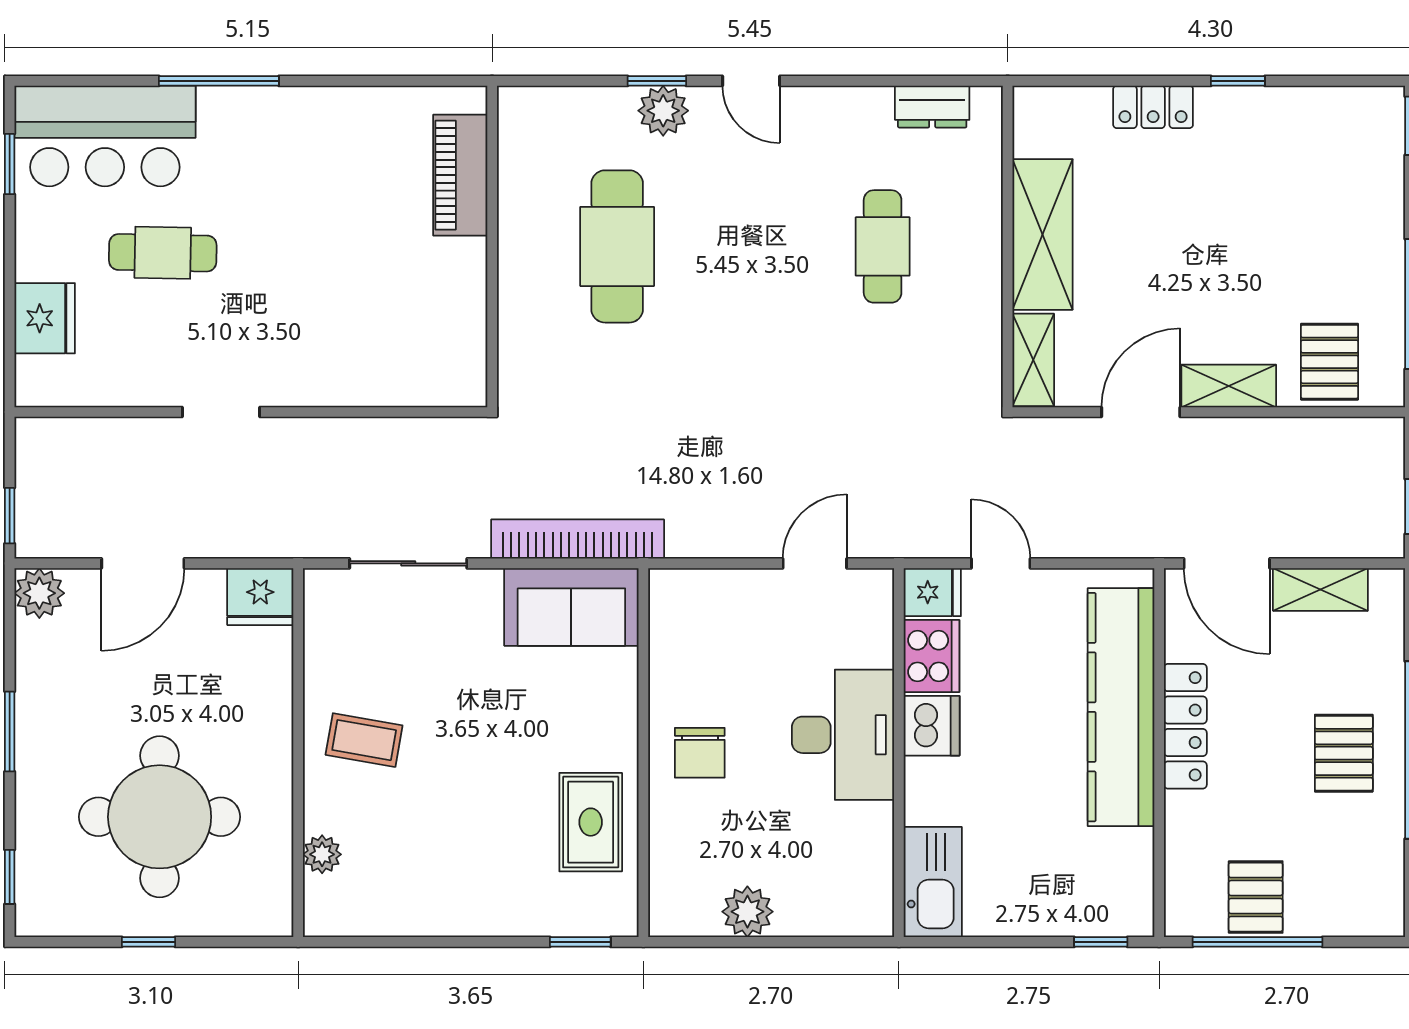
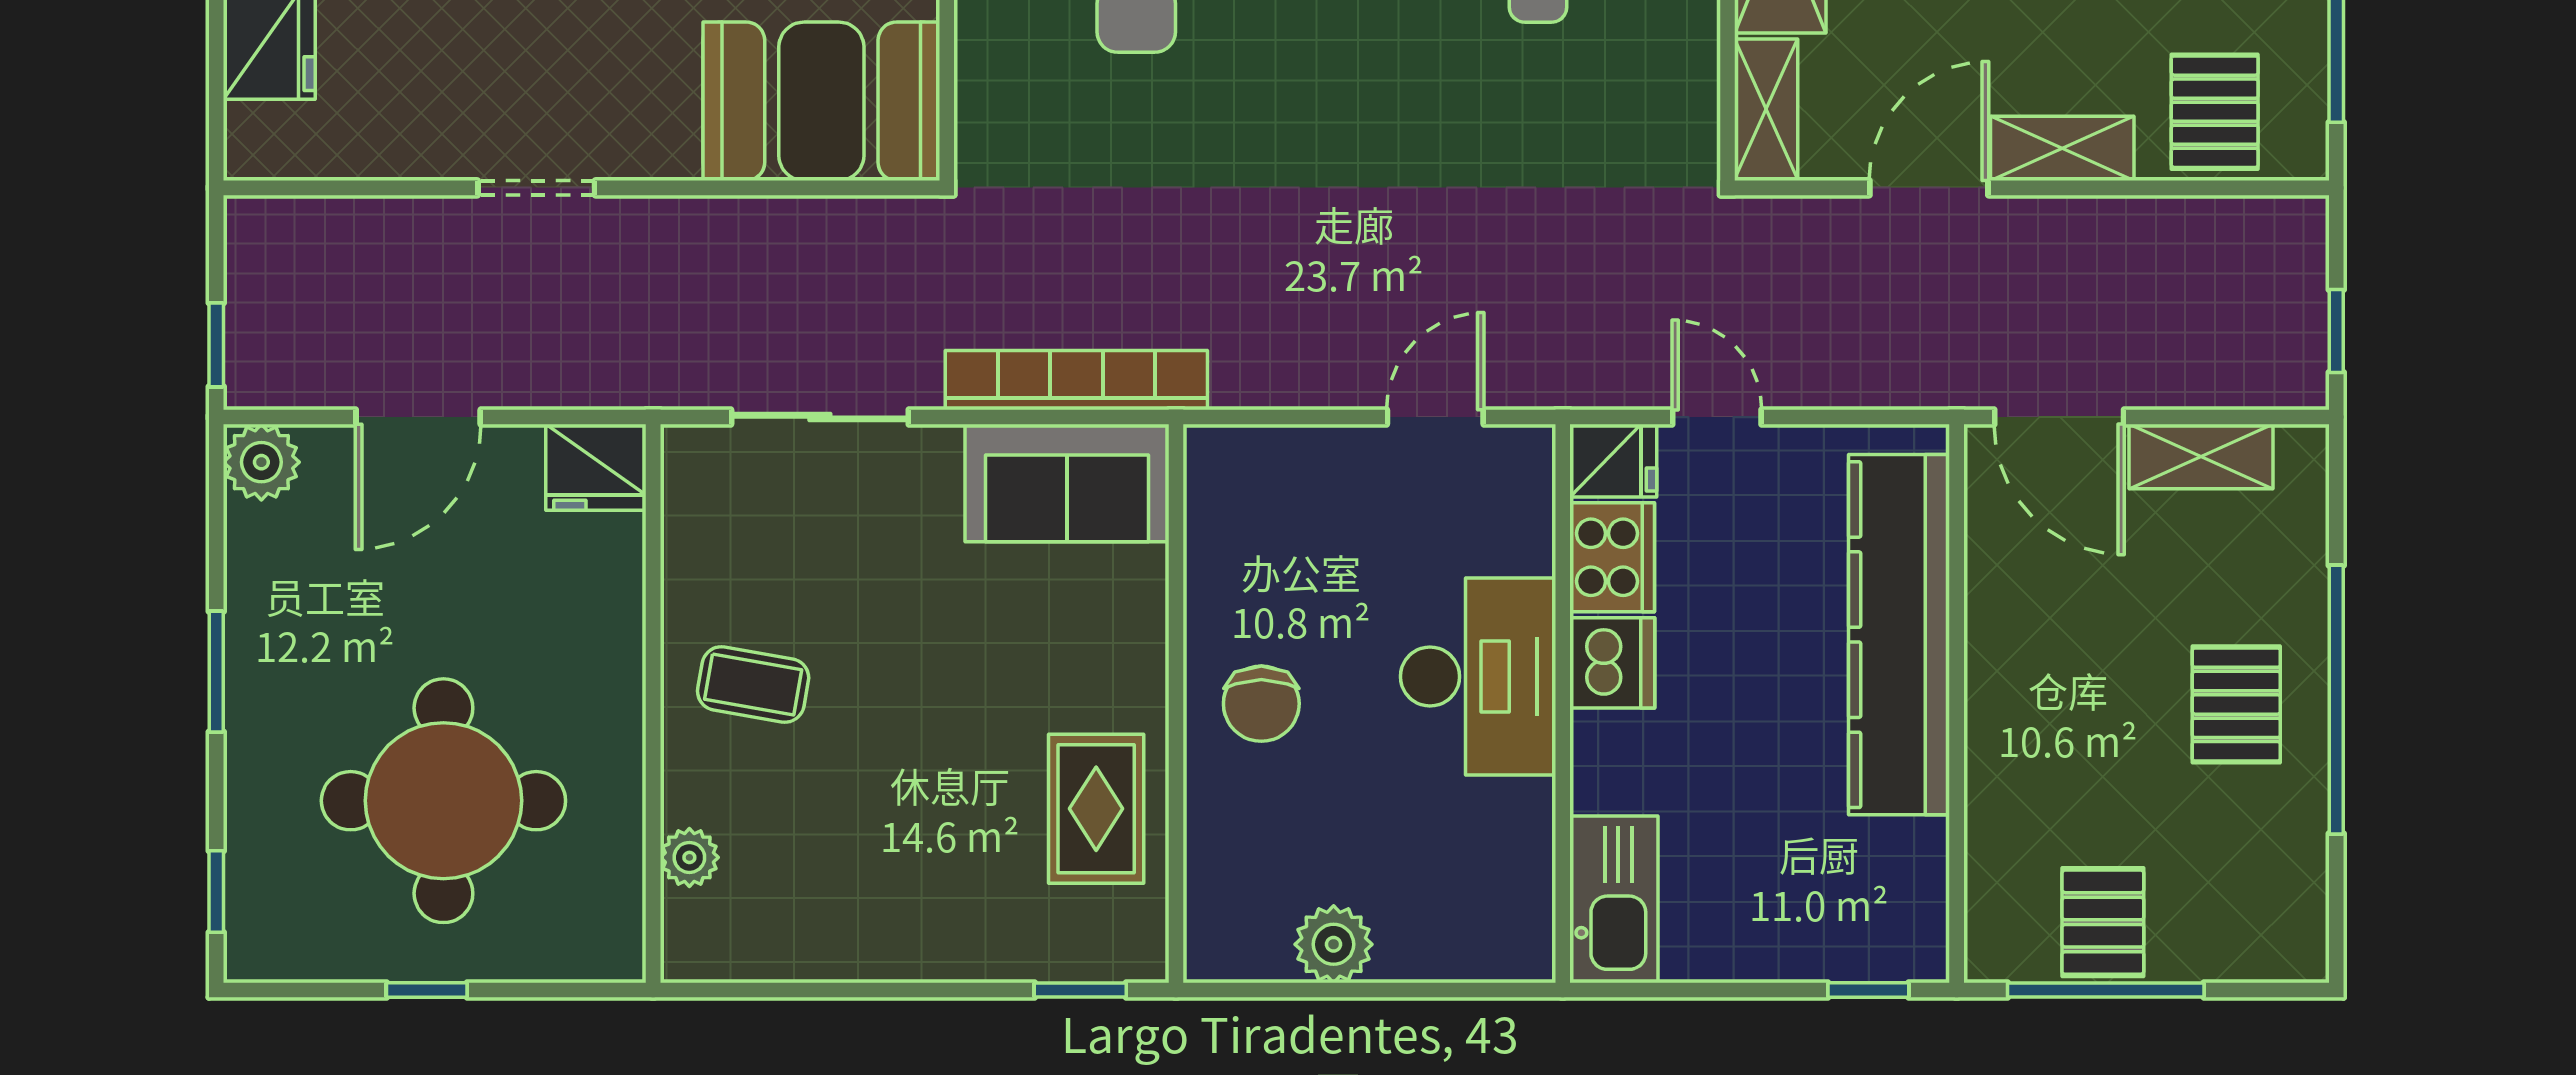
booth: (409, 355) -> (821, 101), added
locker: (1185, 726) -> (1996, 664), removed

